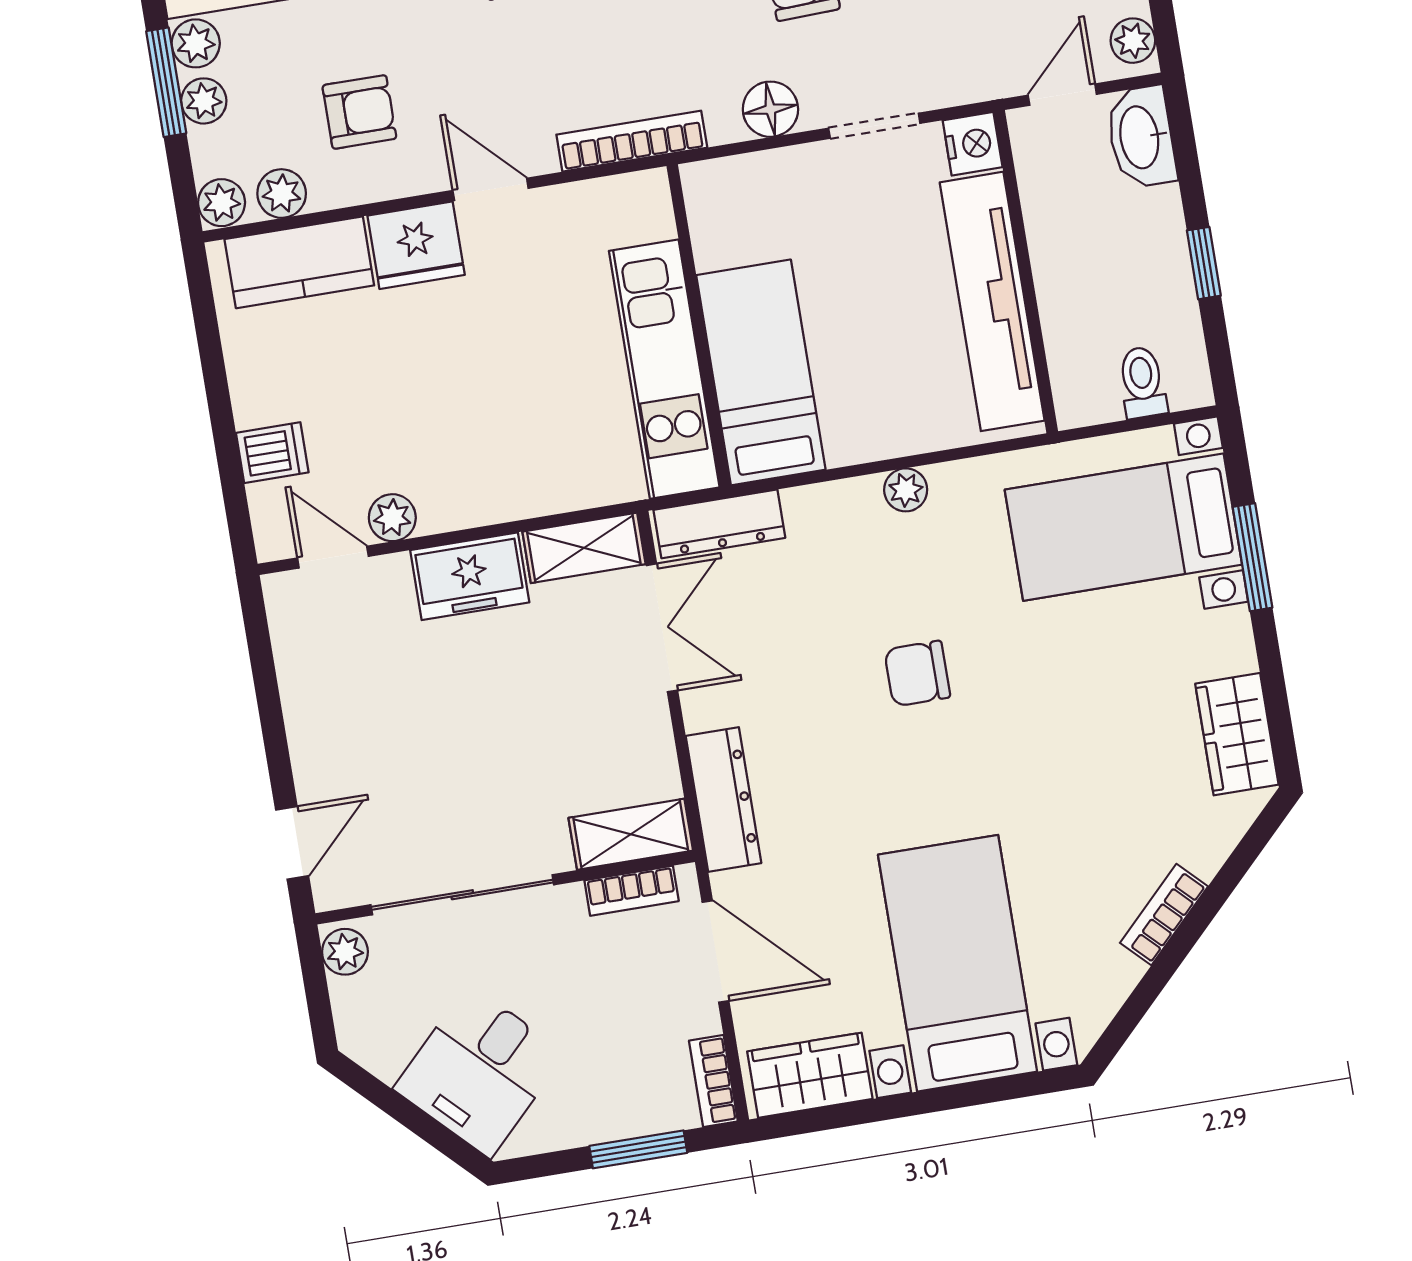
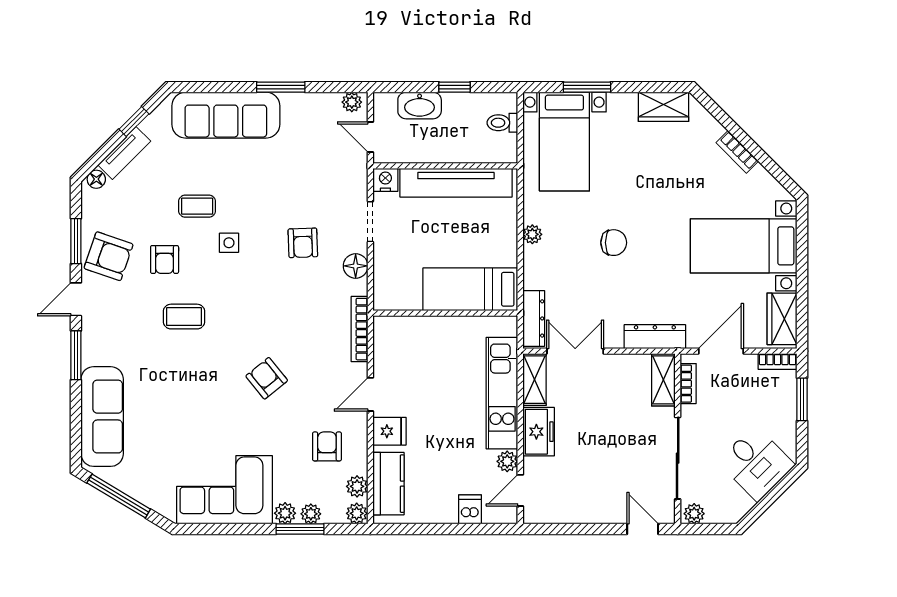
washbasin: (1141, 137) -> (420, 105), moved
fridge: (416, 245) -> (390, 431), width x0.72
kitchen unit: (664, 369) -> (502, 393), moved, turned 90
chair: (917, 674) -> (614, 243), turned -90

